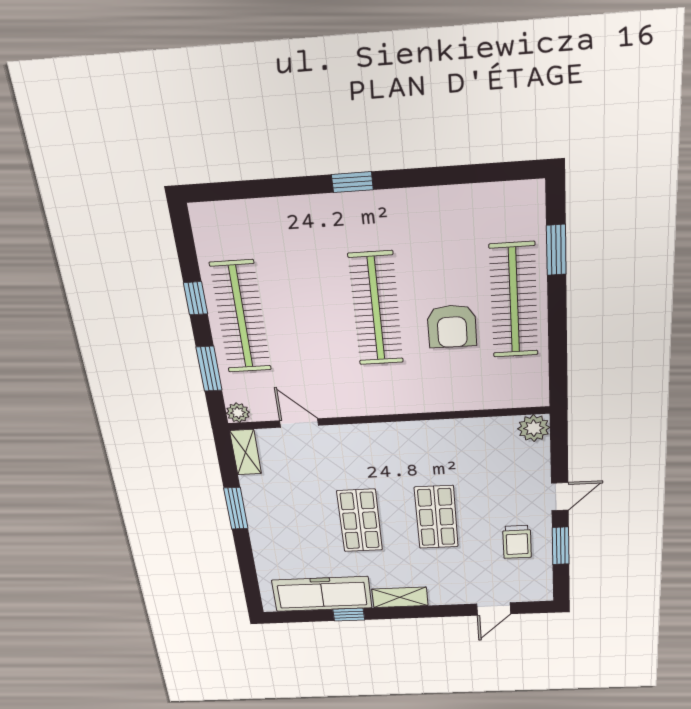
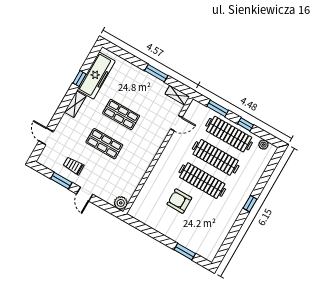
clothes rail: (514, 301) -> (216, 157), moved
plant: (238, 413) -> (263, 145), moved

